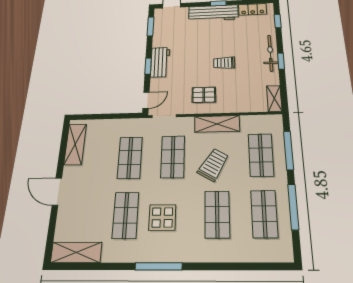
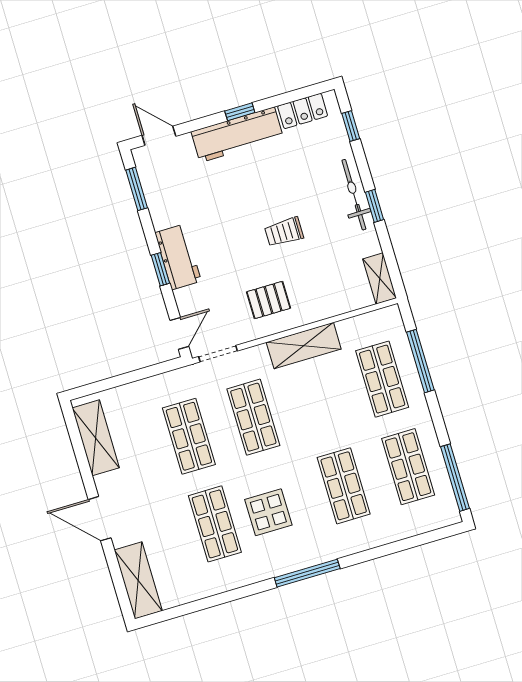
trolley: (213, 165) -> (317, 413), removed
window: (293, 207) -> (455, 478), moved
shelving: (76, 252) -> (138, 580), moved, turned 90
window: (159, 266) -> (307, 573), moved

